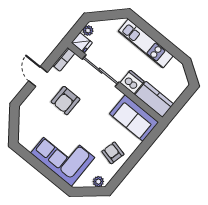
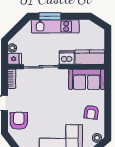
window: (148, 30) -> (50, 16), added
armchair: (66, 101) -> (19, 121), moved, turned 180
armchair: (113, 153) -> (91, 112), turned -95

